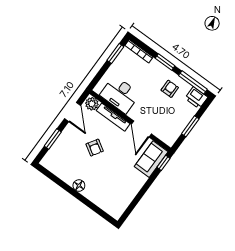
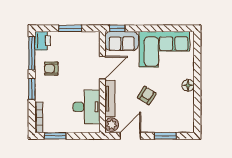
corner sofa: (120, 188) -> (164, 49), added

